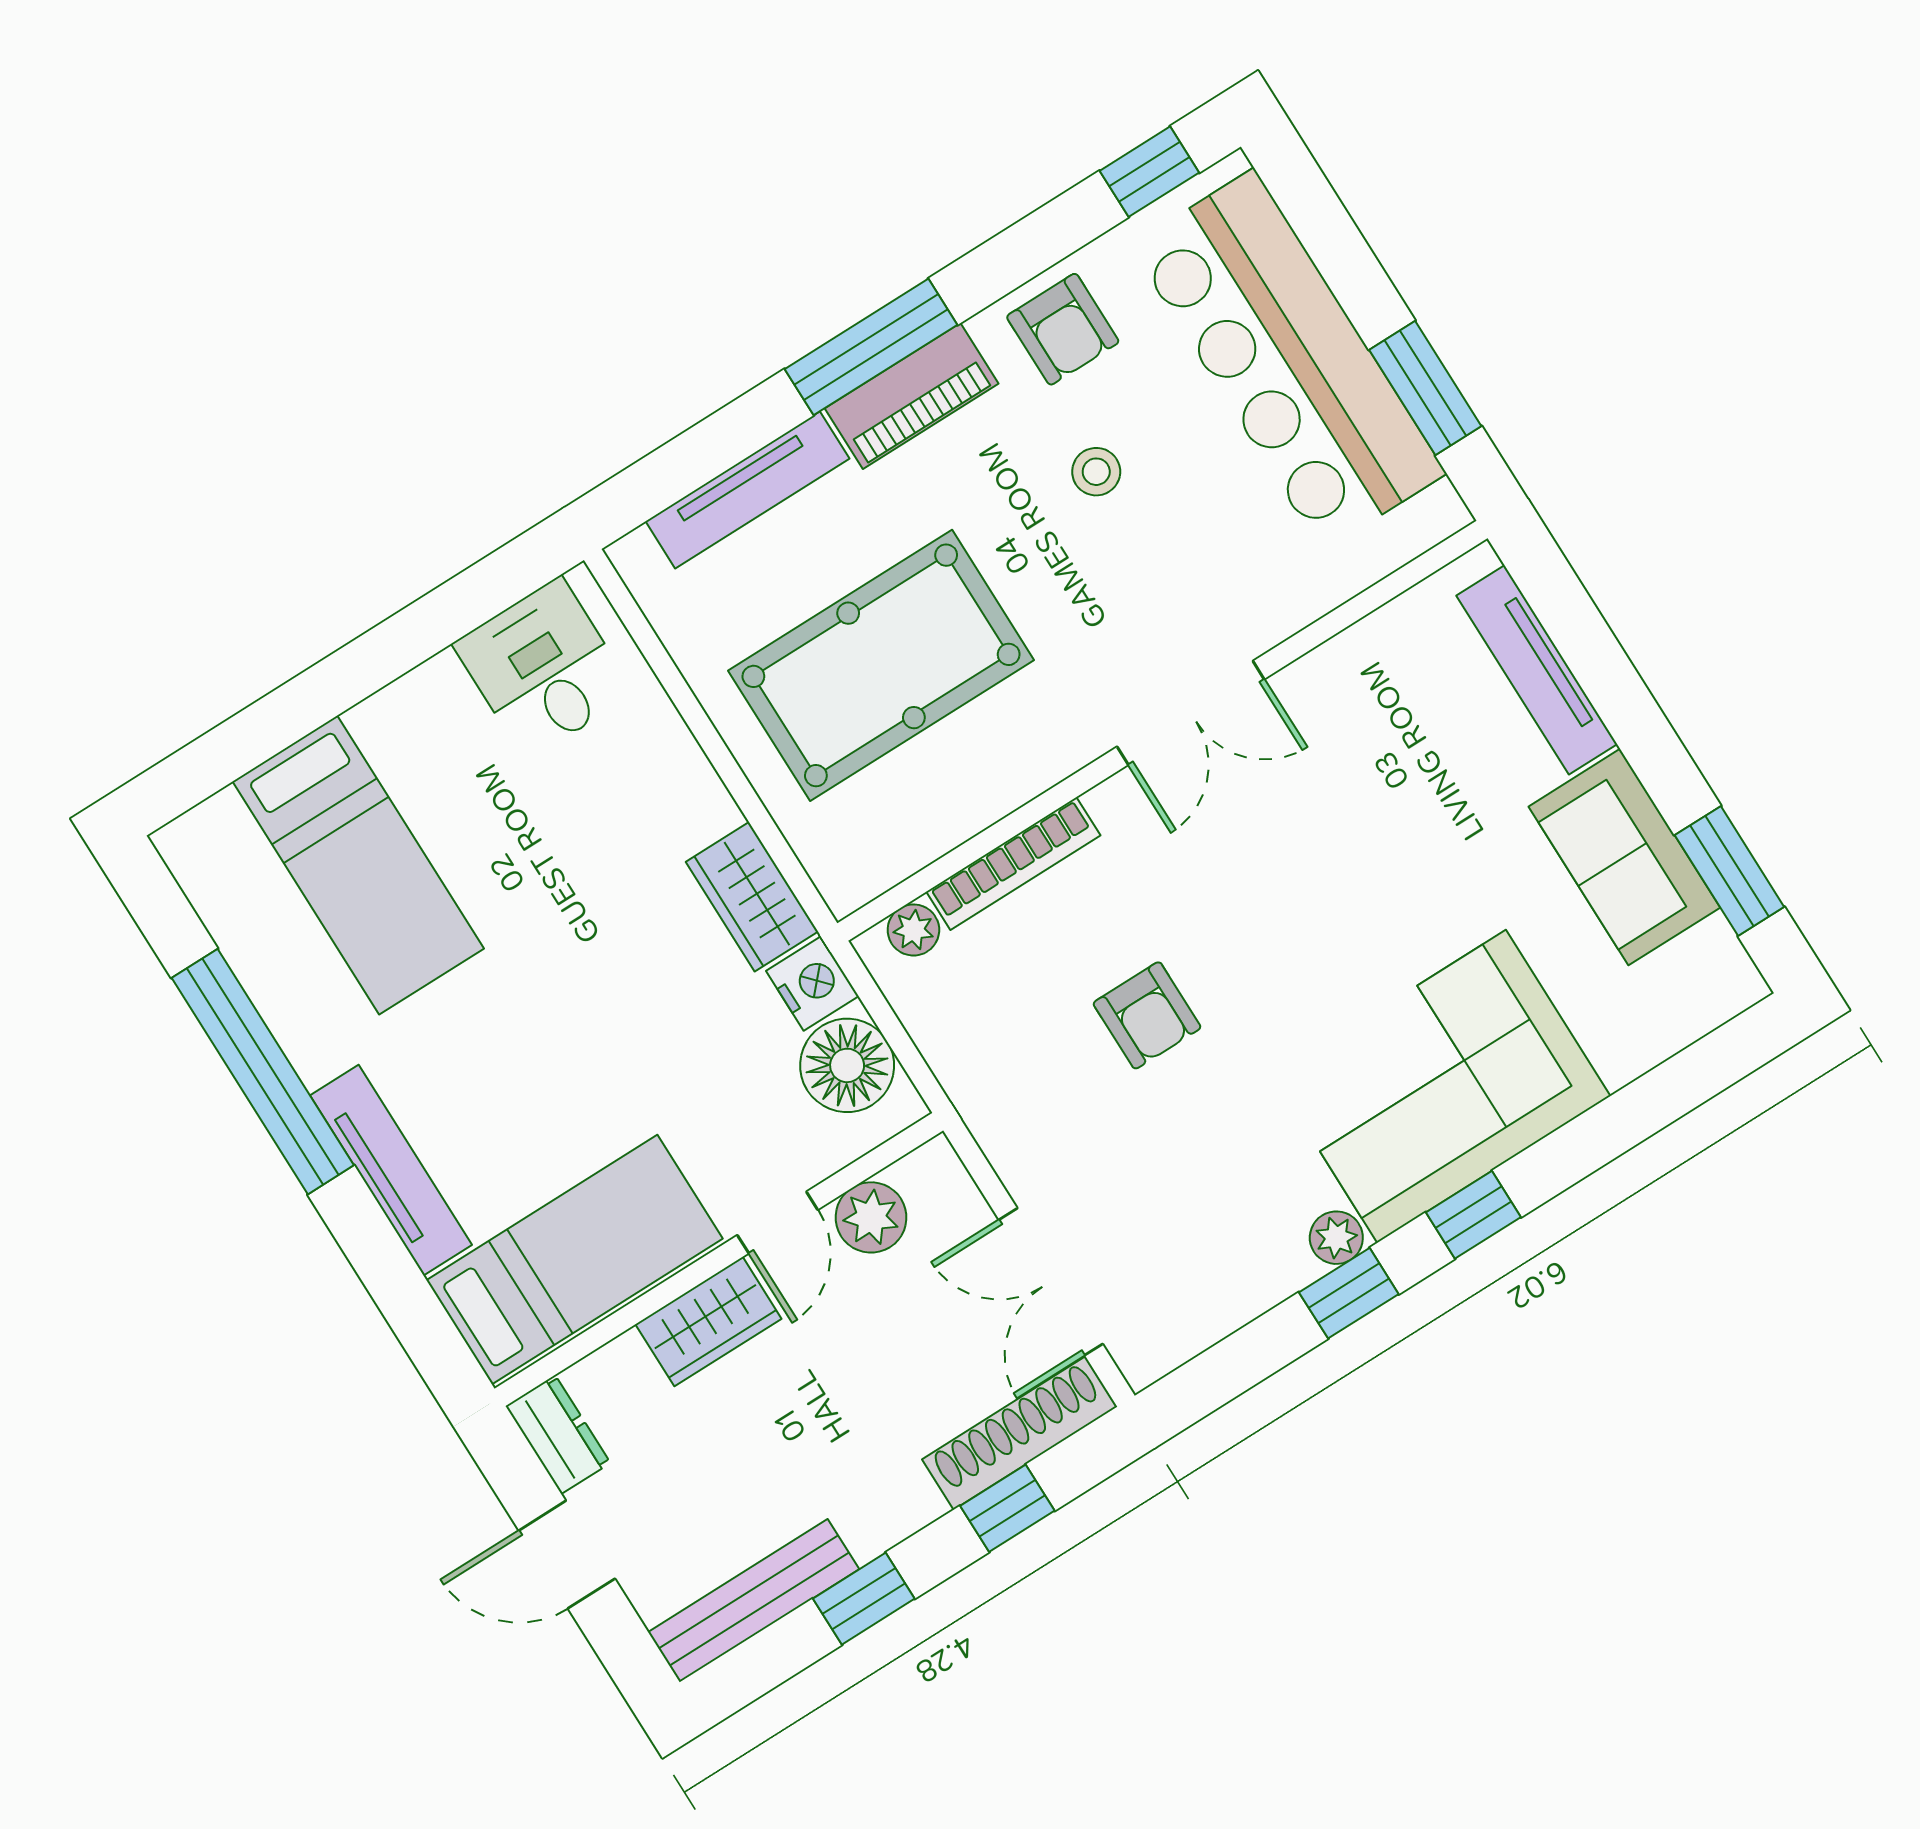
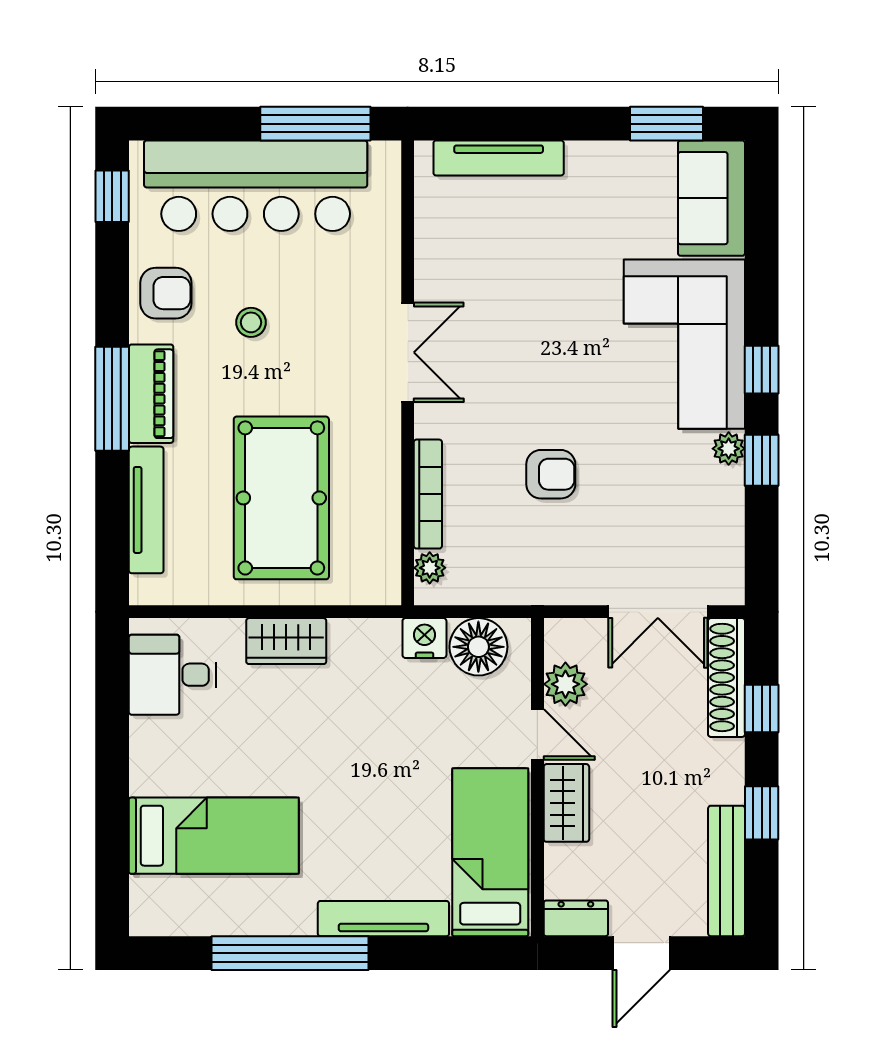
window: (1425, 388) -> (315, 124), width x1.44
sofa: (1624, 857) -> (711, 198), moved, turned 90
wardrobe: (752, 897) -> (286, 641), moved

